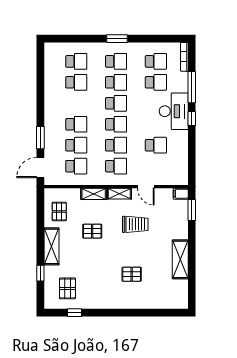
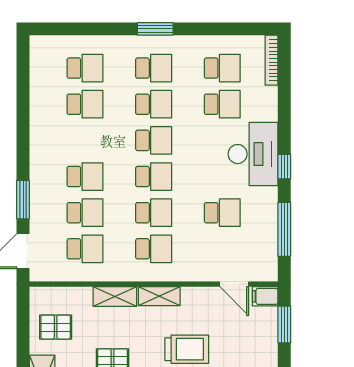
window: (192, 87) -> (284, 229), moved
door: (146, 187) -> (234, 284), moved
pallet: (59, 211) -> (56, 327), turned 90

